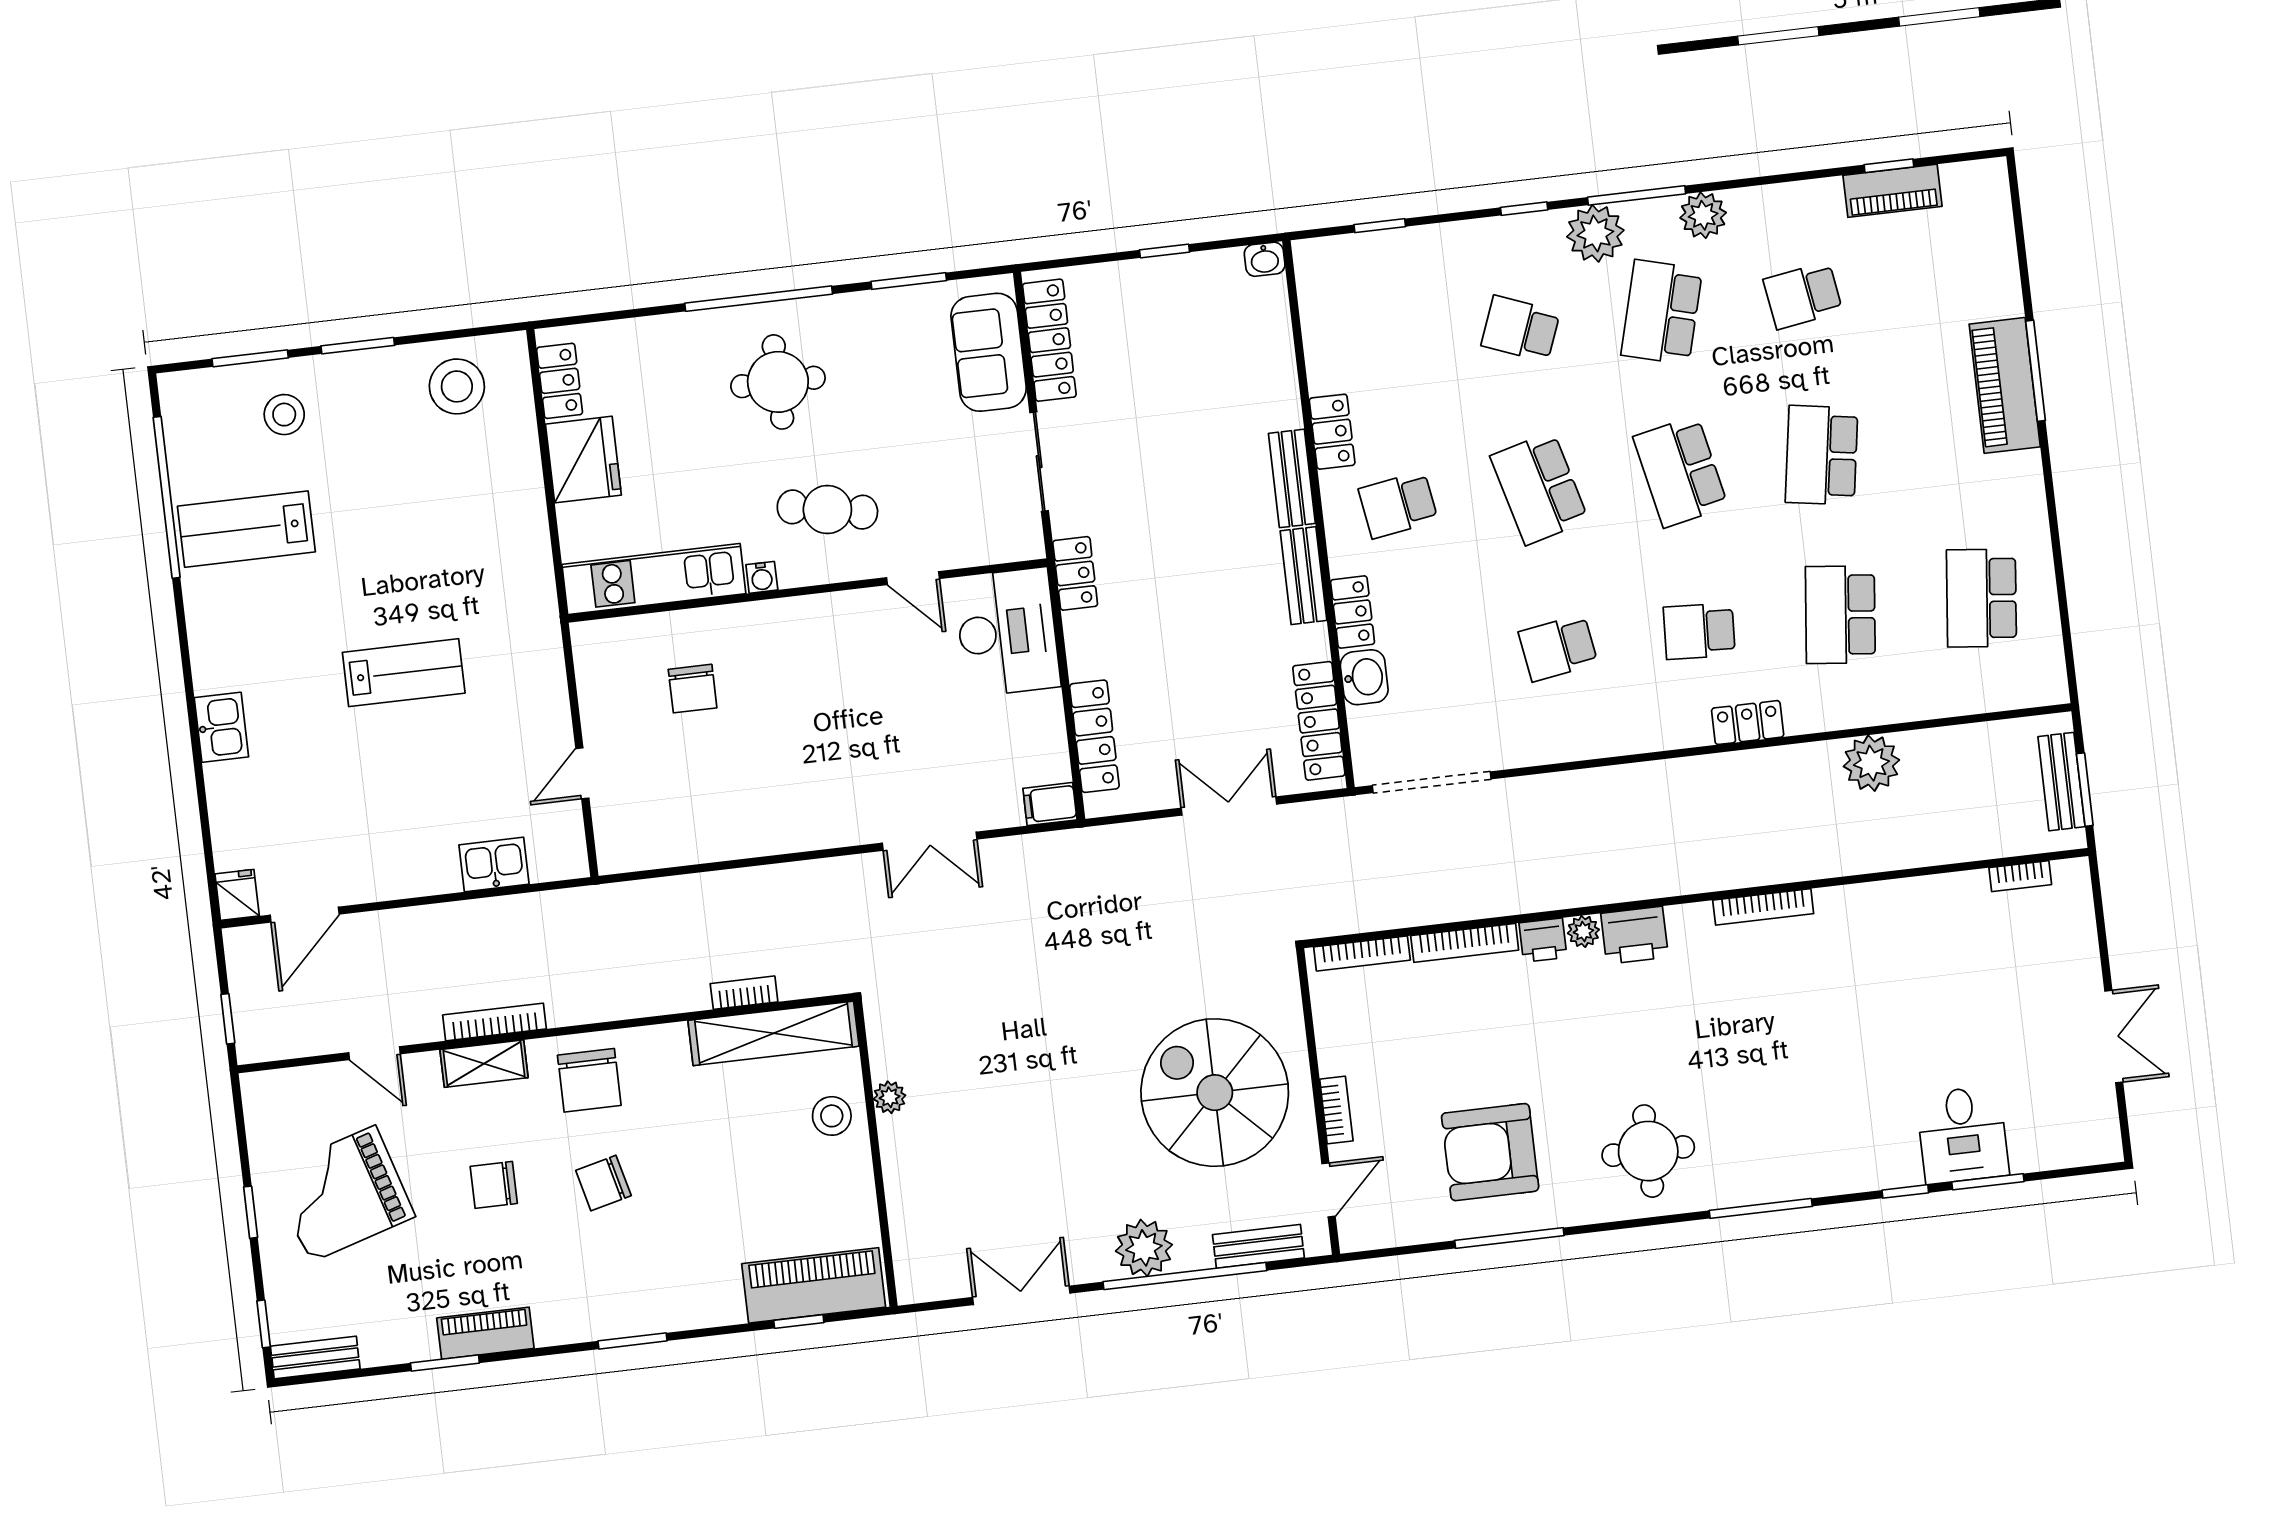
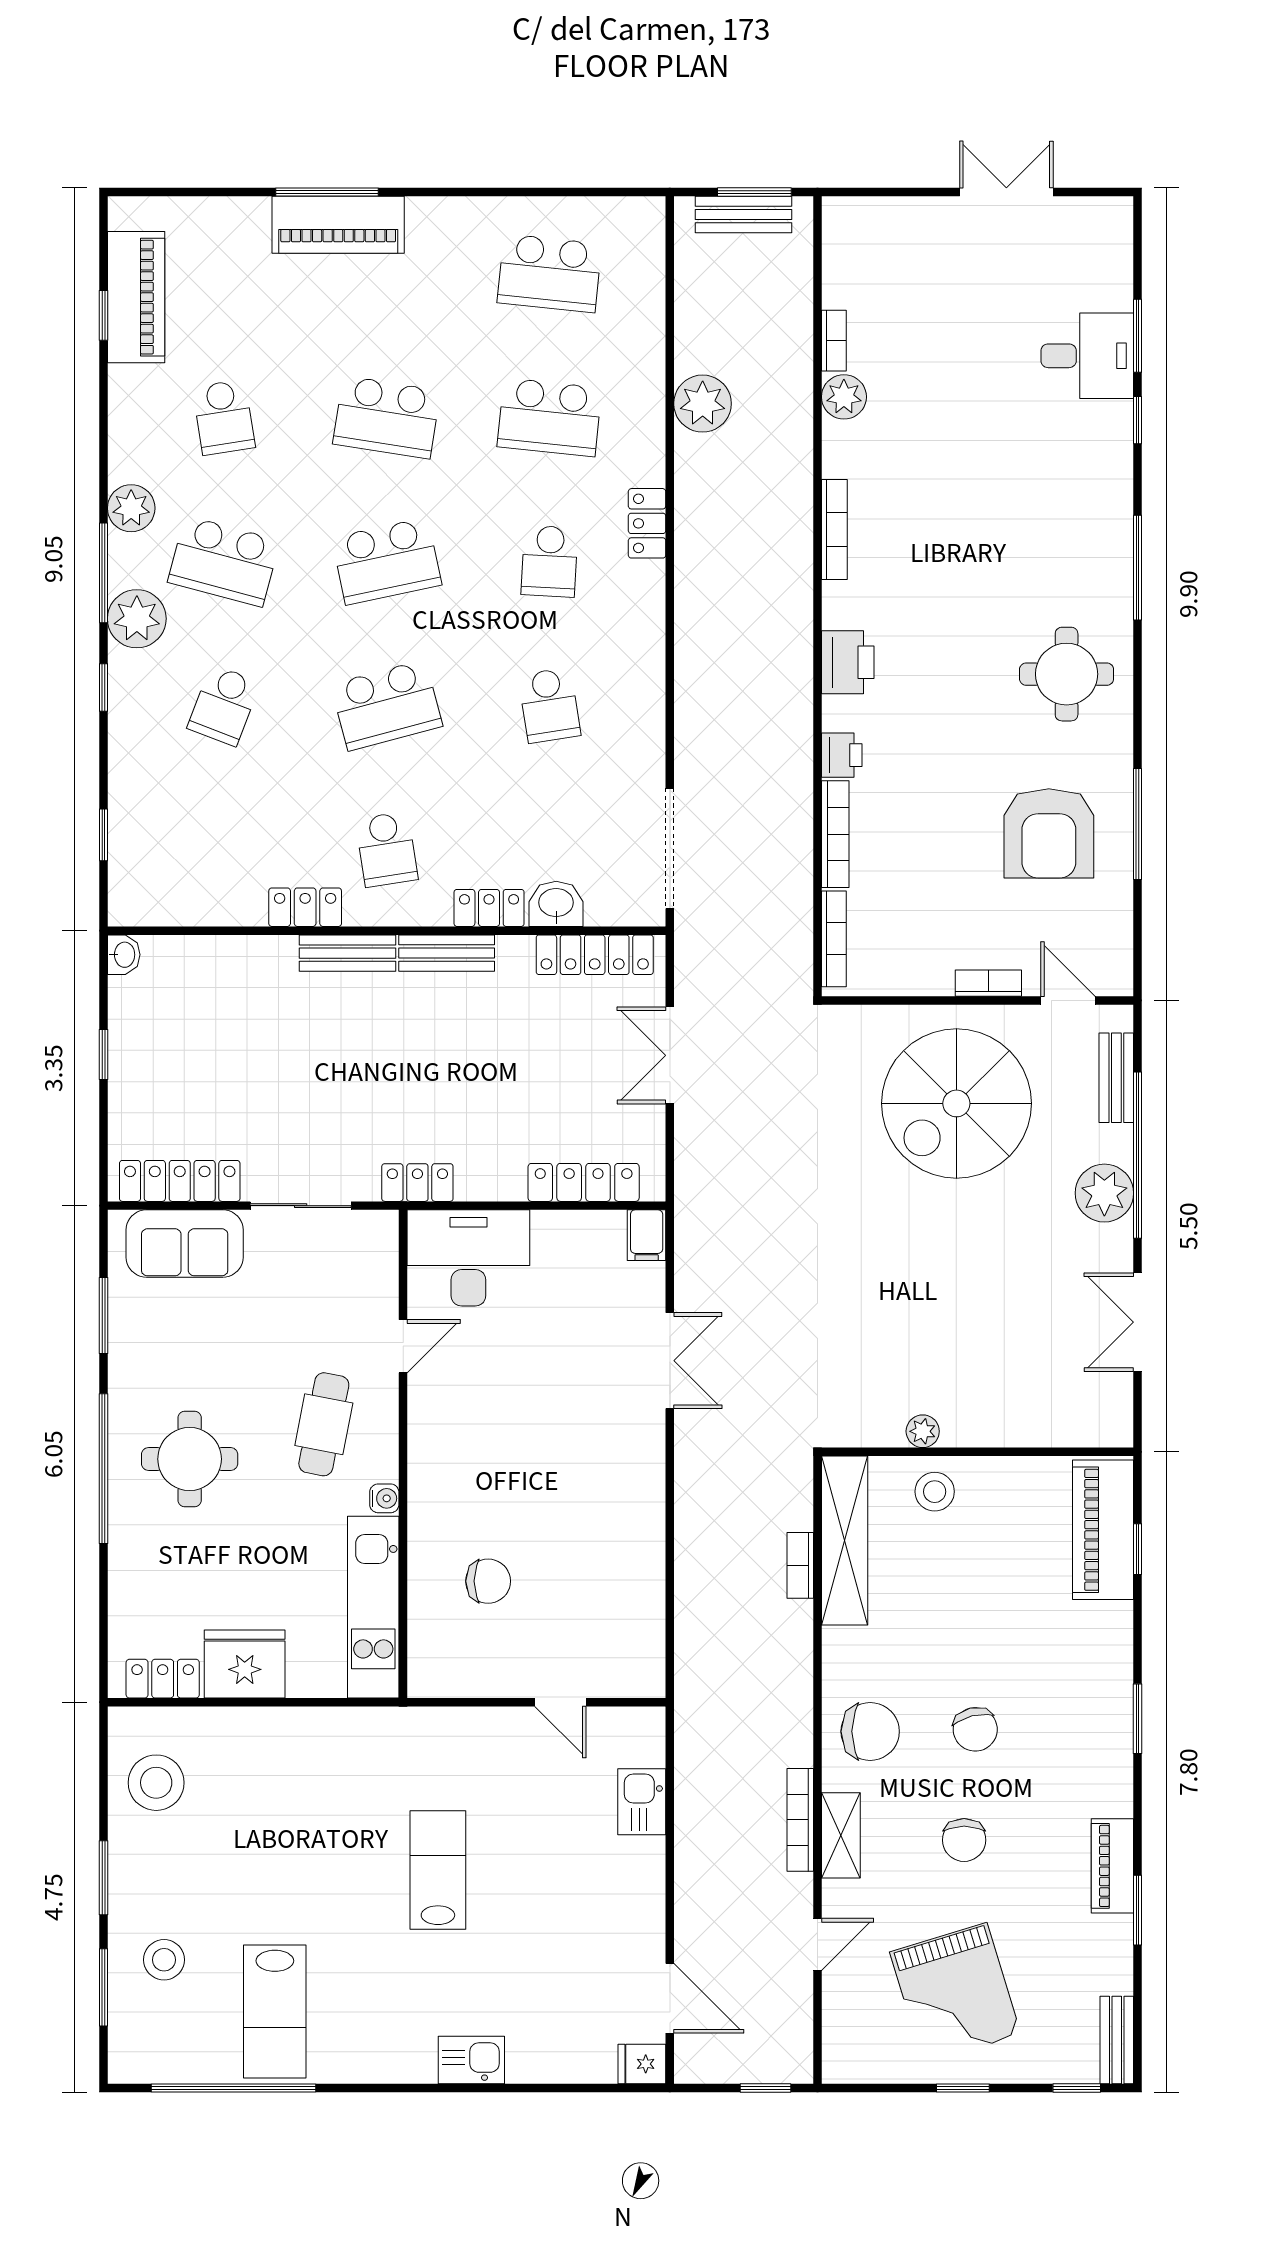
piano: (1892, 191) -> (136, 297), width x1.37, depth x1.33
bookcase: (2020, 876) -> (834, 341), moved
plant: (1583, 931) -> (844, 397), moved, width x1.38, depth x1.38

